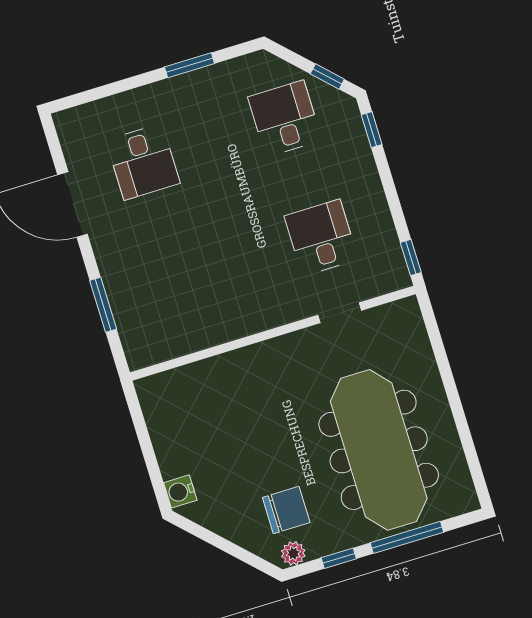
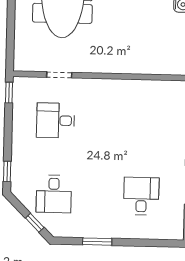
window: (327, 77) -> (35, 223), moved
desk: (321, 238) -> (56, 120), turned 90

